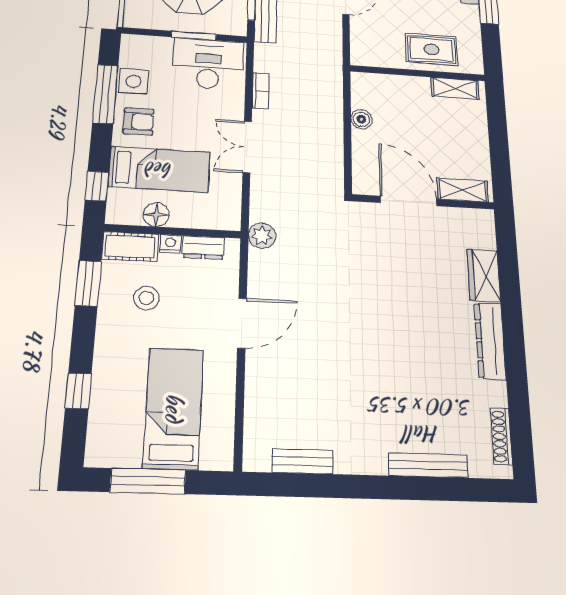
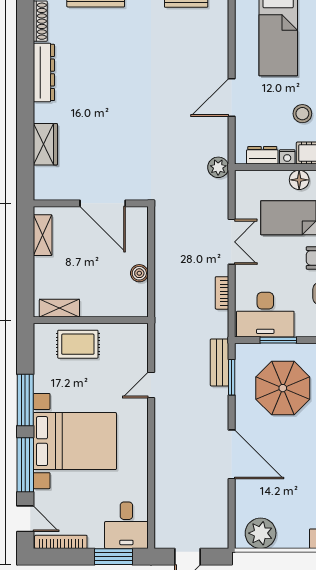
shelving: (463, 190) -> (43, 235), moved, turned 90
dresser: (490, 341) -> (44, 72), moved

